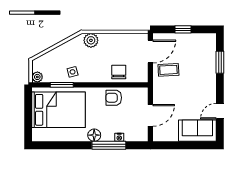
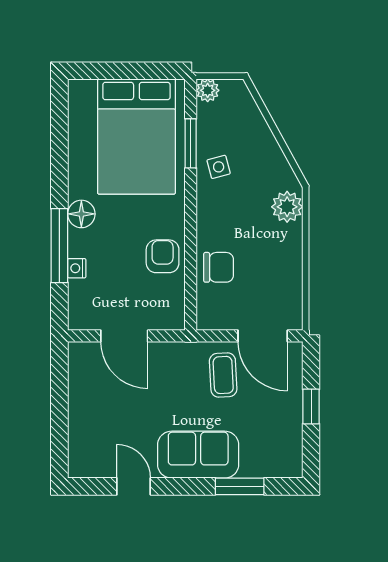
sofa: (197, 131) -> (198, 455), moved, turned -90

